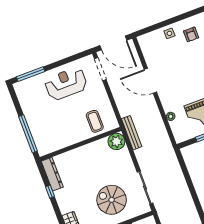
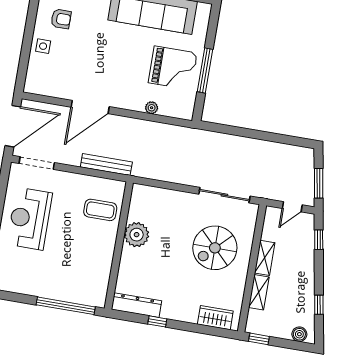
bench: (132, 133) -> (106, 165), moved
plant: (116, 141) -> (137, 235), moved

